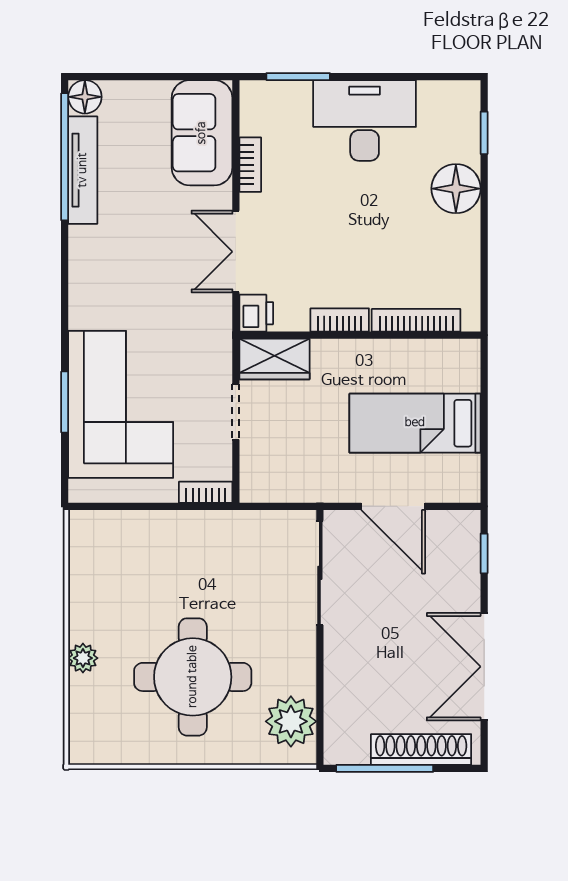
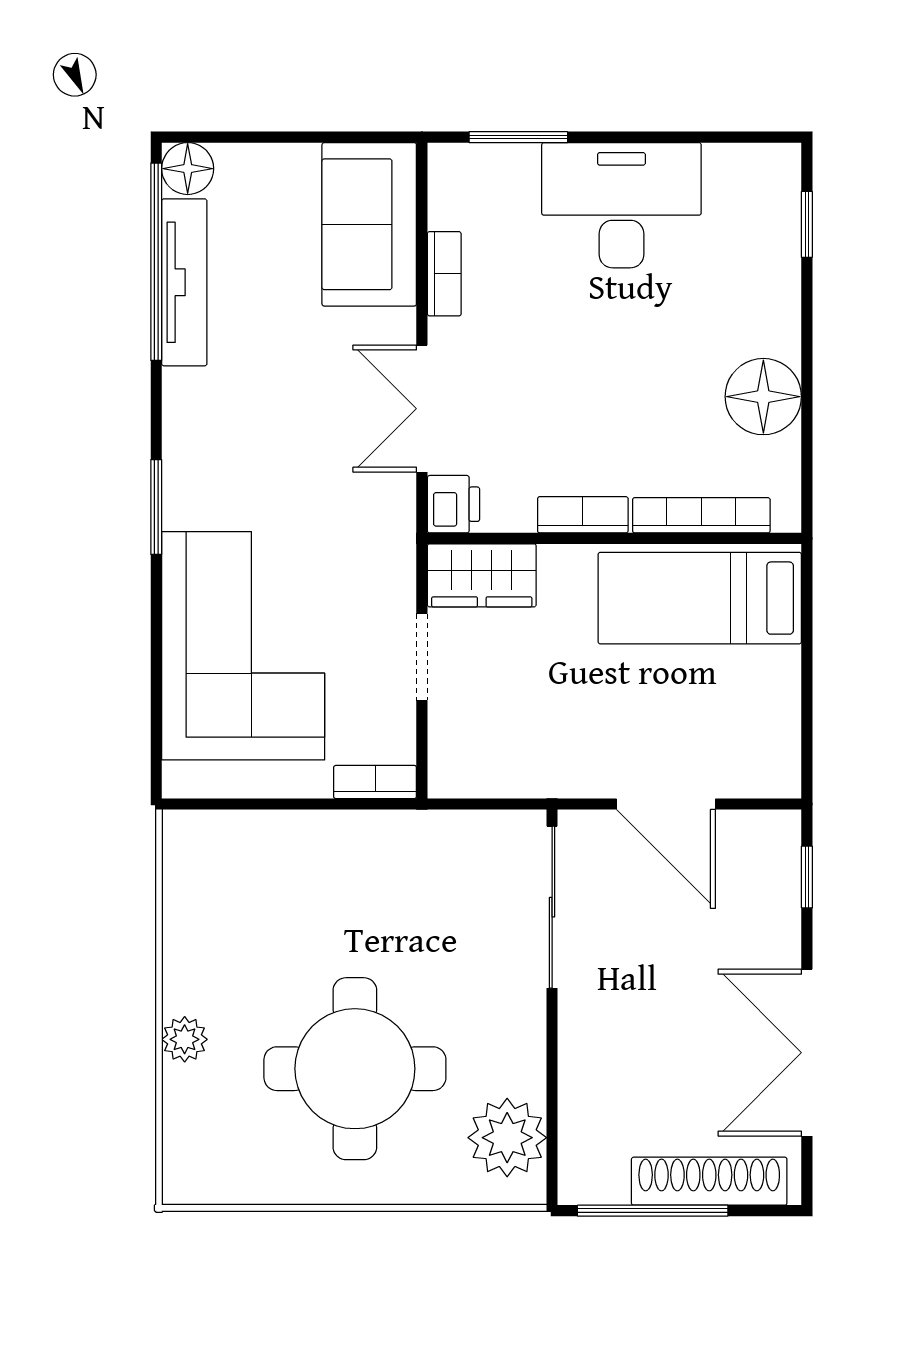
floor lamp: (456, 189) -> (763, 397), moved
window: (65, 402) -> (156, 507), moved
bed: (415, 423) -> (700, 598), moved

